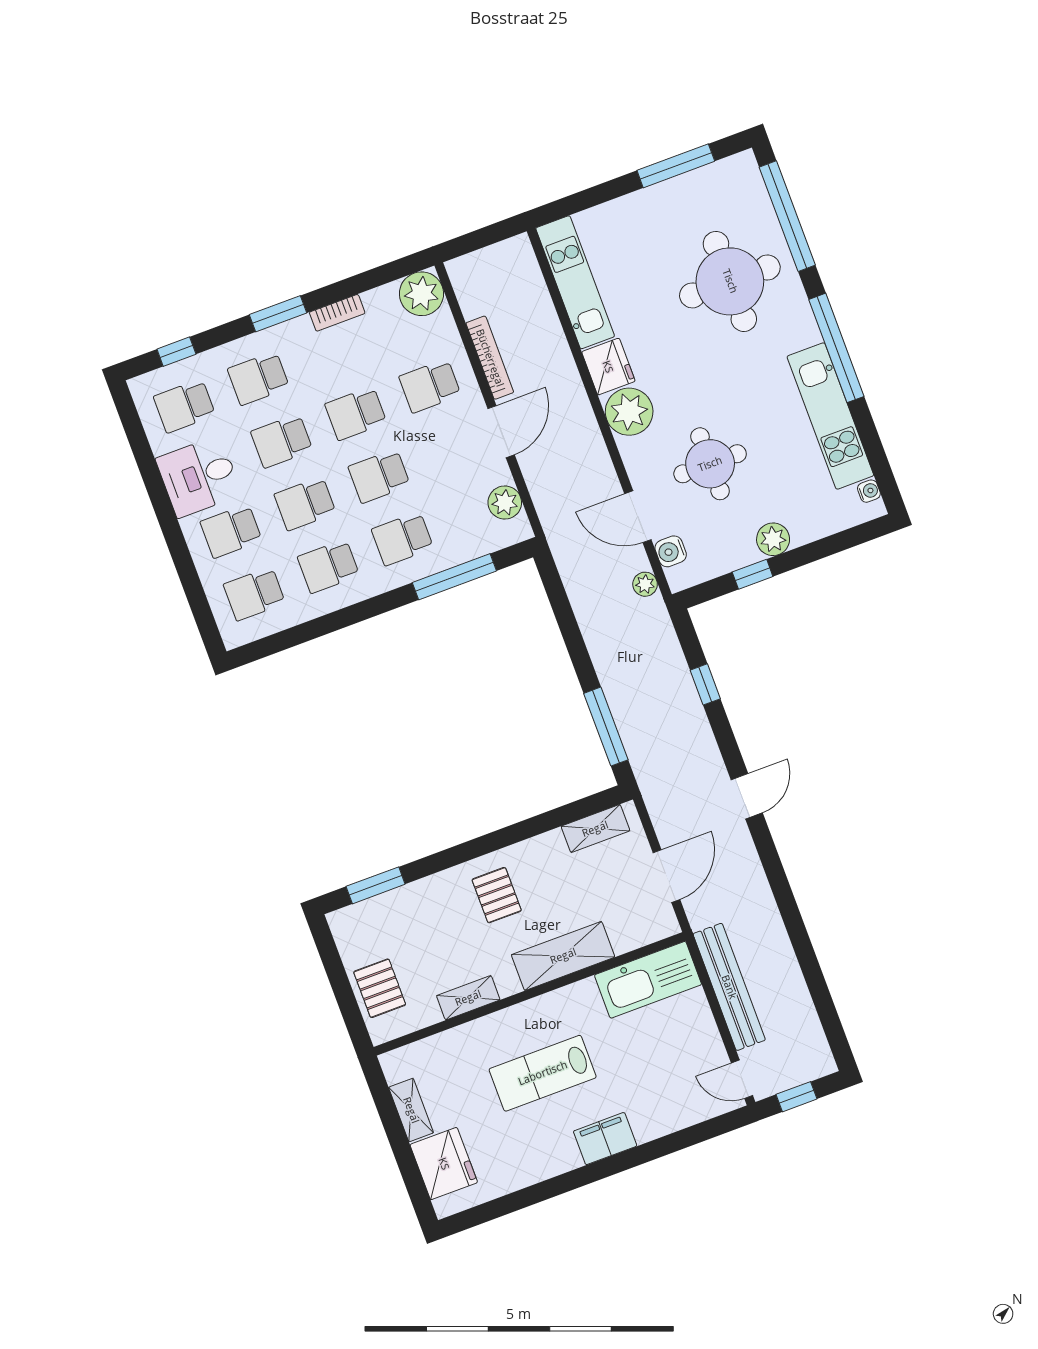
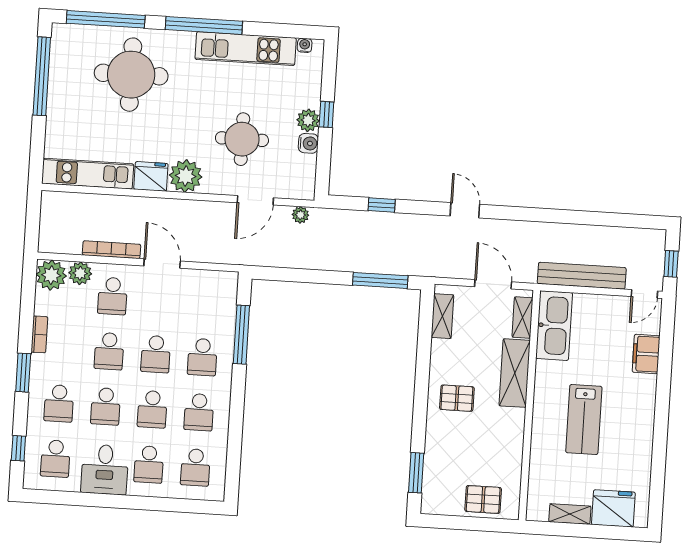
window: (676, 166) -> (42, 76), width x1.46
plant: (505, 503) -> (80, 273), moved
water cooler: (671, 551) -> (308, 143), moved, turned -90
window: (753, 574) -> (326, 114), moved
shelving: (468, 998) -> (522, 318), moved
filing cabinet: (605, 1139) -> (646, 354), moved

